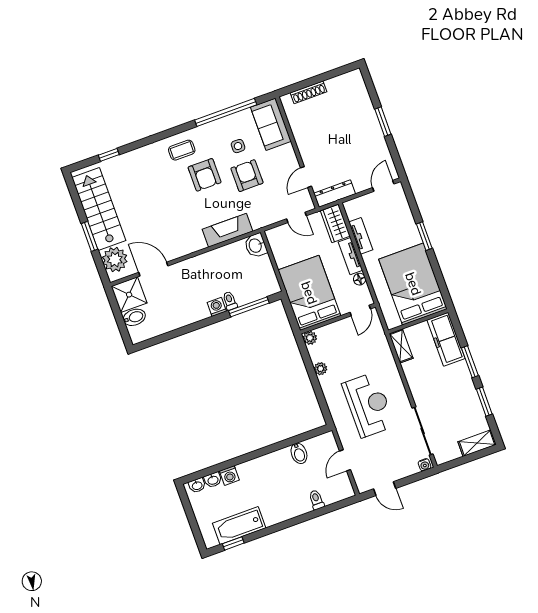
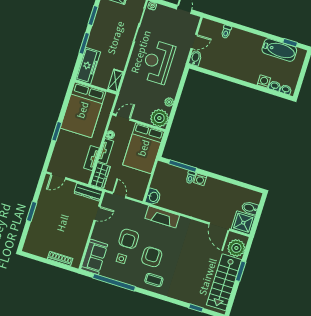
plant: (310, 338) -> (159, 118), width x1.87, depth x1.87
bidet: (299, 453) -> (195, 58), moved

